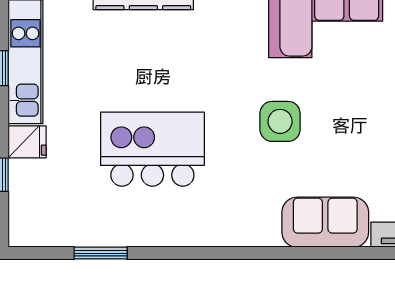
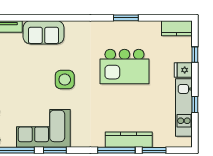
kitchen counter: (41, 231) -> (177, 28), added
window: (101, 253) -> (126, 18), moved

